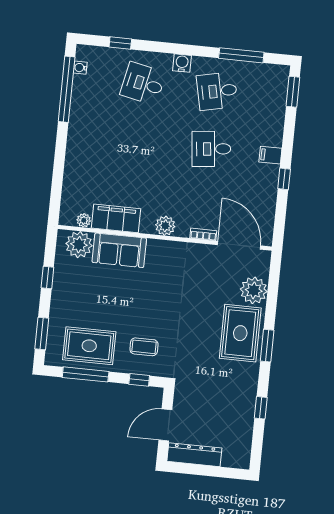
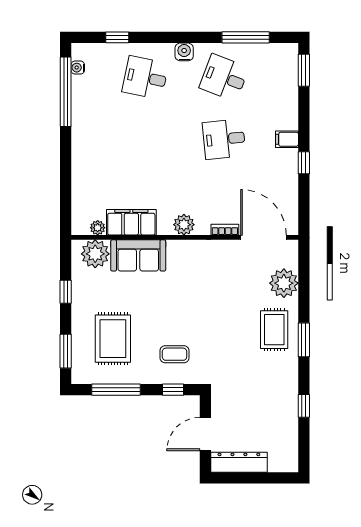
desk: (217, 91) -> (224, 78), turned 33
rug: (240, 333) -> (274, 330), width x0.73, depth x0.70
rug: (89, 346) -> (113, 339), moved, turned 90

